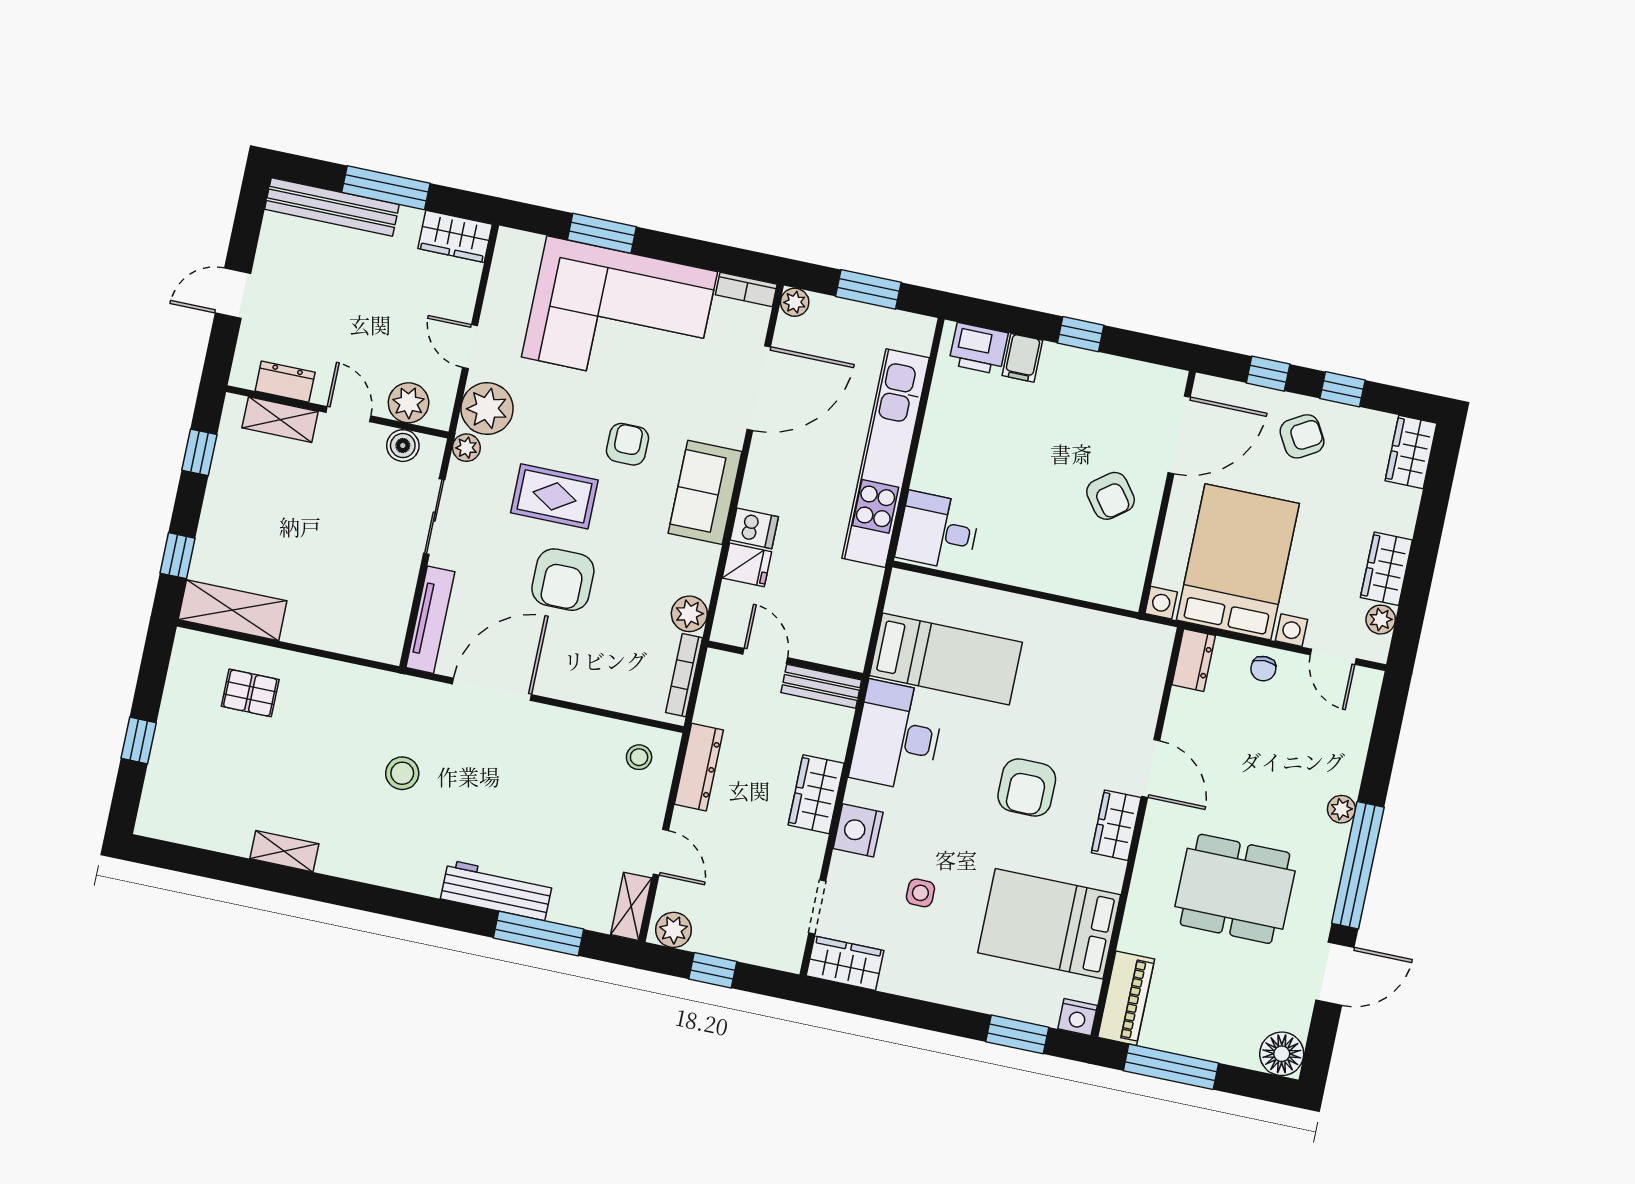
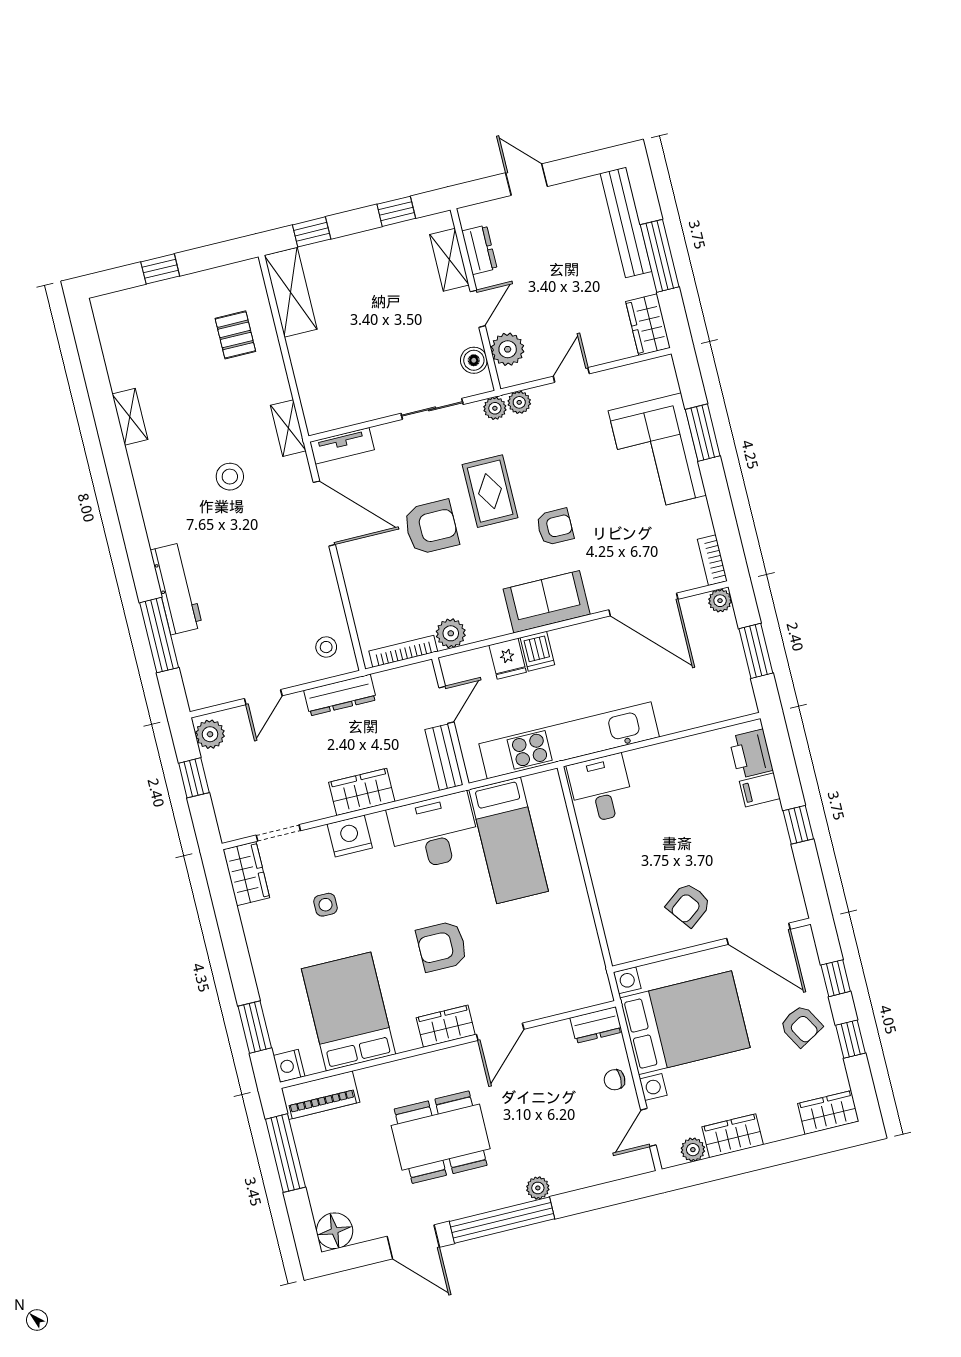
corner sofa: (619, 314) -> (657, 453), width x0.73, depth x0.74
plant: (487, 409) -> (519, 402), width x0.53, depth x0.53
kitchen unit: (886, 458) -> (569, 740), moved
armchair: (563, 580) -> (431, 527), turned 180
tv unit: (430, 620) -> (342, 446), width x0.71
dining table: (1235, 889) -> (441, 1137), turned 90
shelving: (631, 906) -> (288, 428), moved, turned 90

